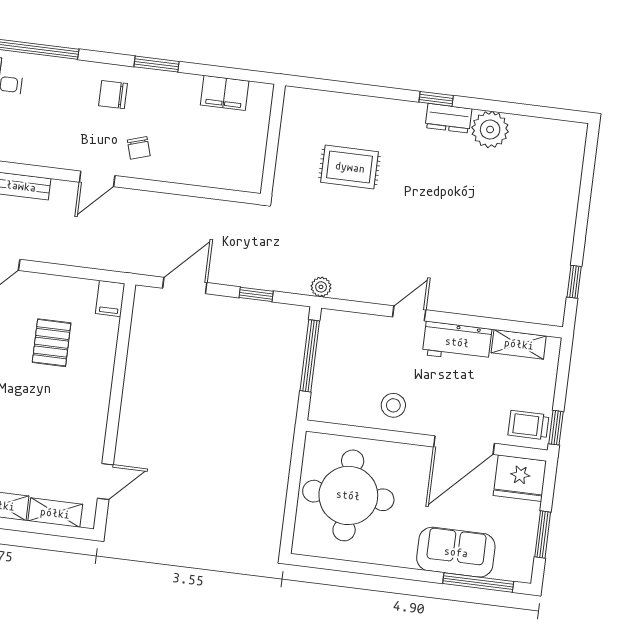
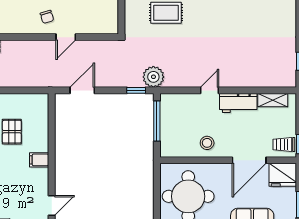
door: (97, 179) -> (66, 37), moved
plant: (321, 287) -> (153, 77), width x1.88, depth x1.88
window: (256, 294) -> (136, 90), moved
filing cabinet: (110, 299) -> (39, 160), moved, turned 90

